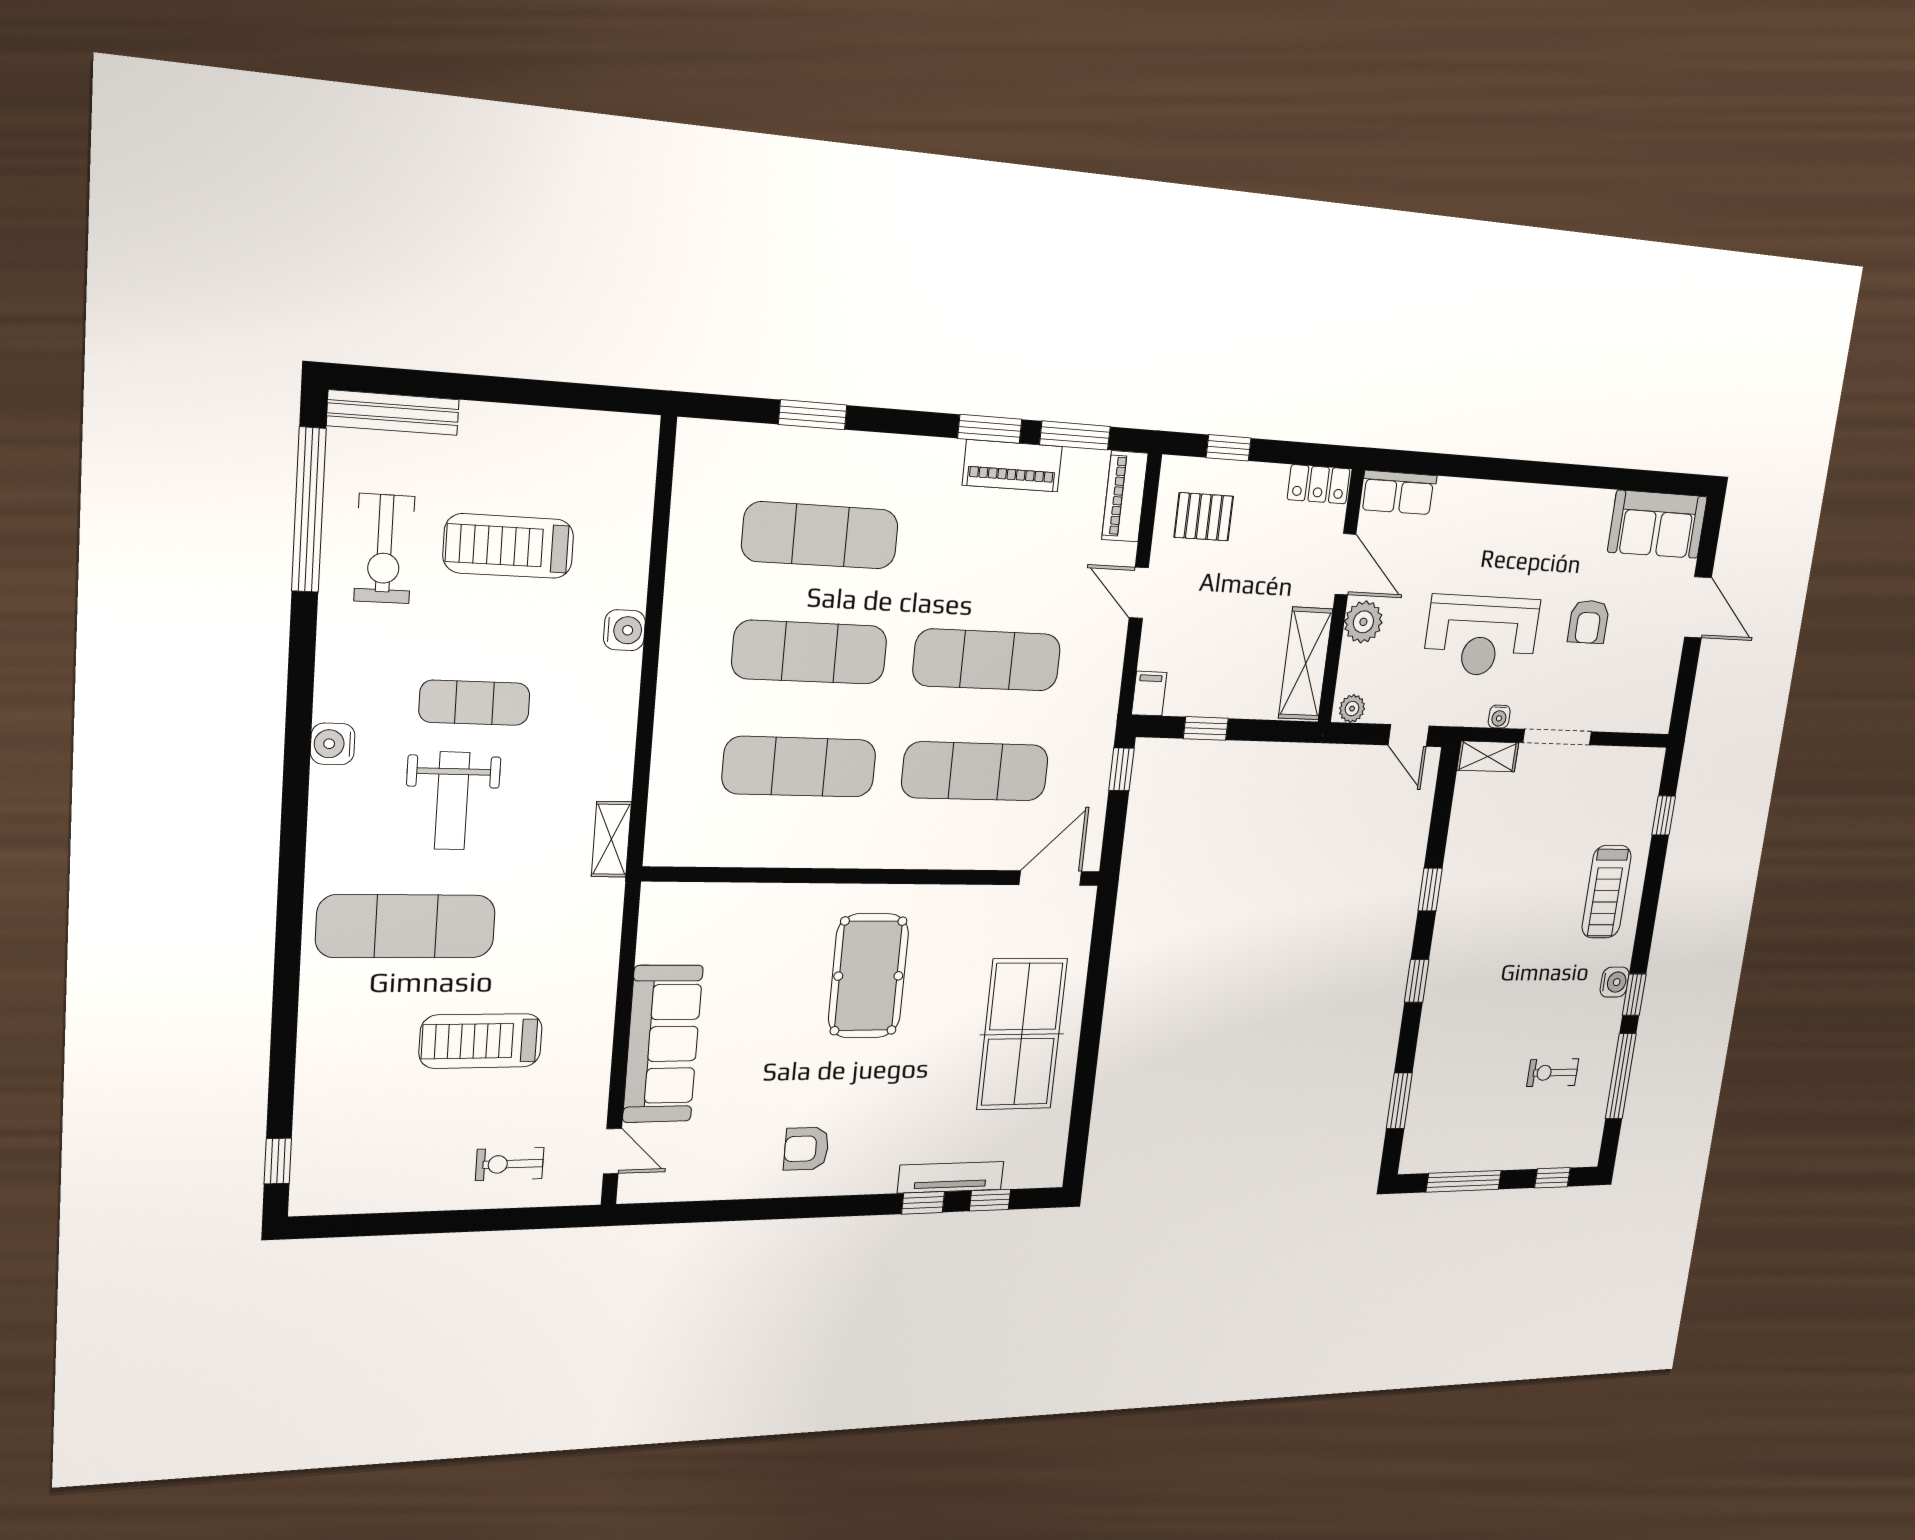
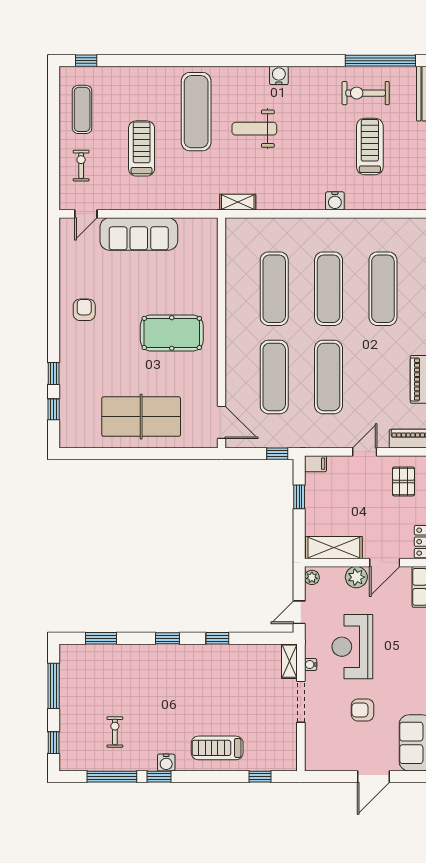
exercise mat: (475, 703) -> (82, 109), moved
tv unit: (951, 1177) -> (67, 387), removed

